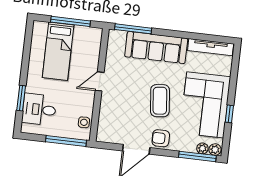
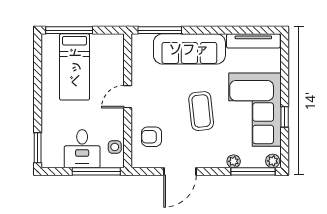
window: (70, 21) -> (69, 30), moved
window: (21, 98) -> (38, 148), moved
desk: (39, 109) -> (82, 149), moved, turned -90
armchair: (161, 138) -> (151, 137), moved
plant: (202, 148) -> (234, 161), moved

